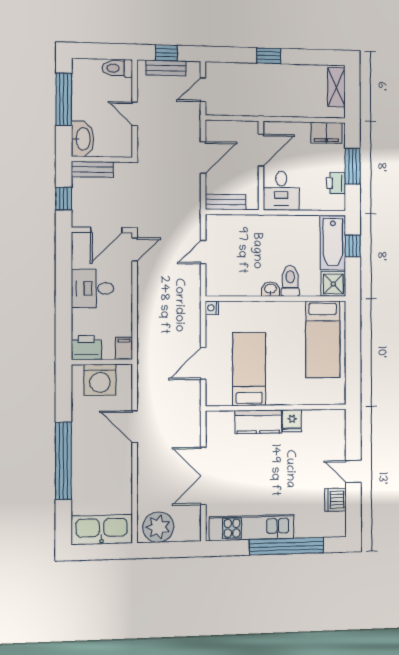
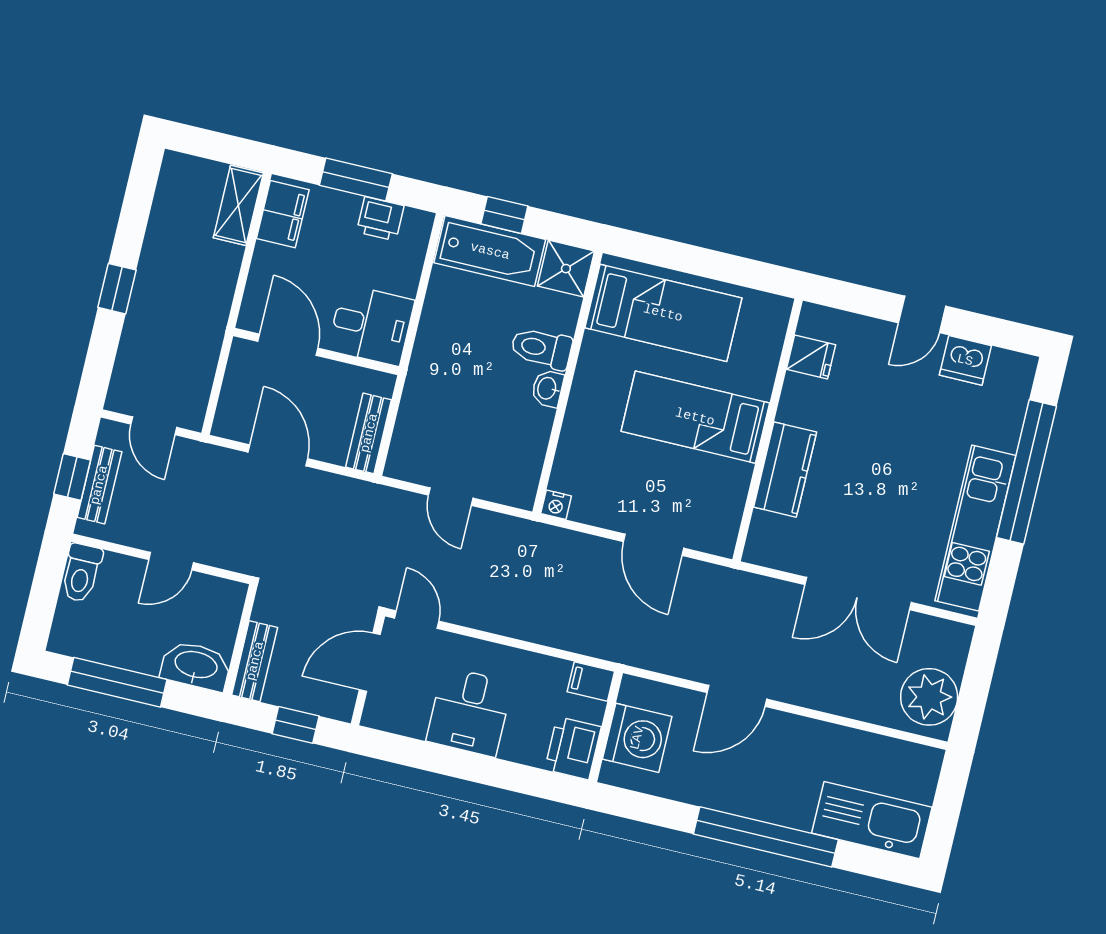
shelving: (336, 87) -> (238, 205), moved, turned 90
door: (106, 230) -> (370, 662), swing flipped
bed: (249, 369) -> (695, 417), moved
fridge: (292, 421) -> (811, 357), moved
kitchen sink: (102, 530) -> (872, 820), moved, turned 90

